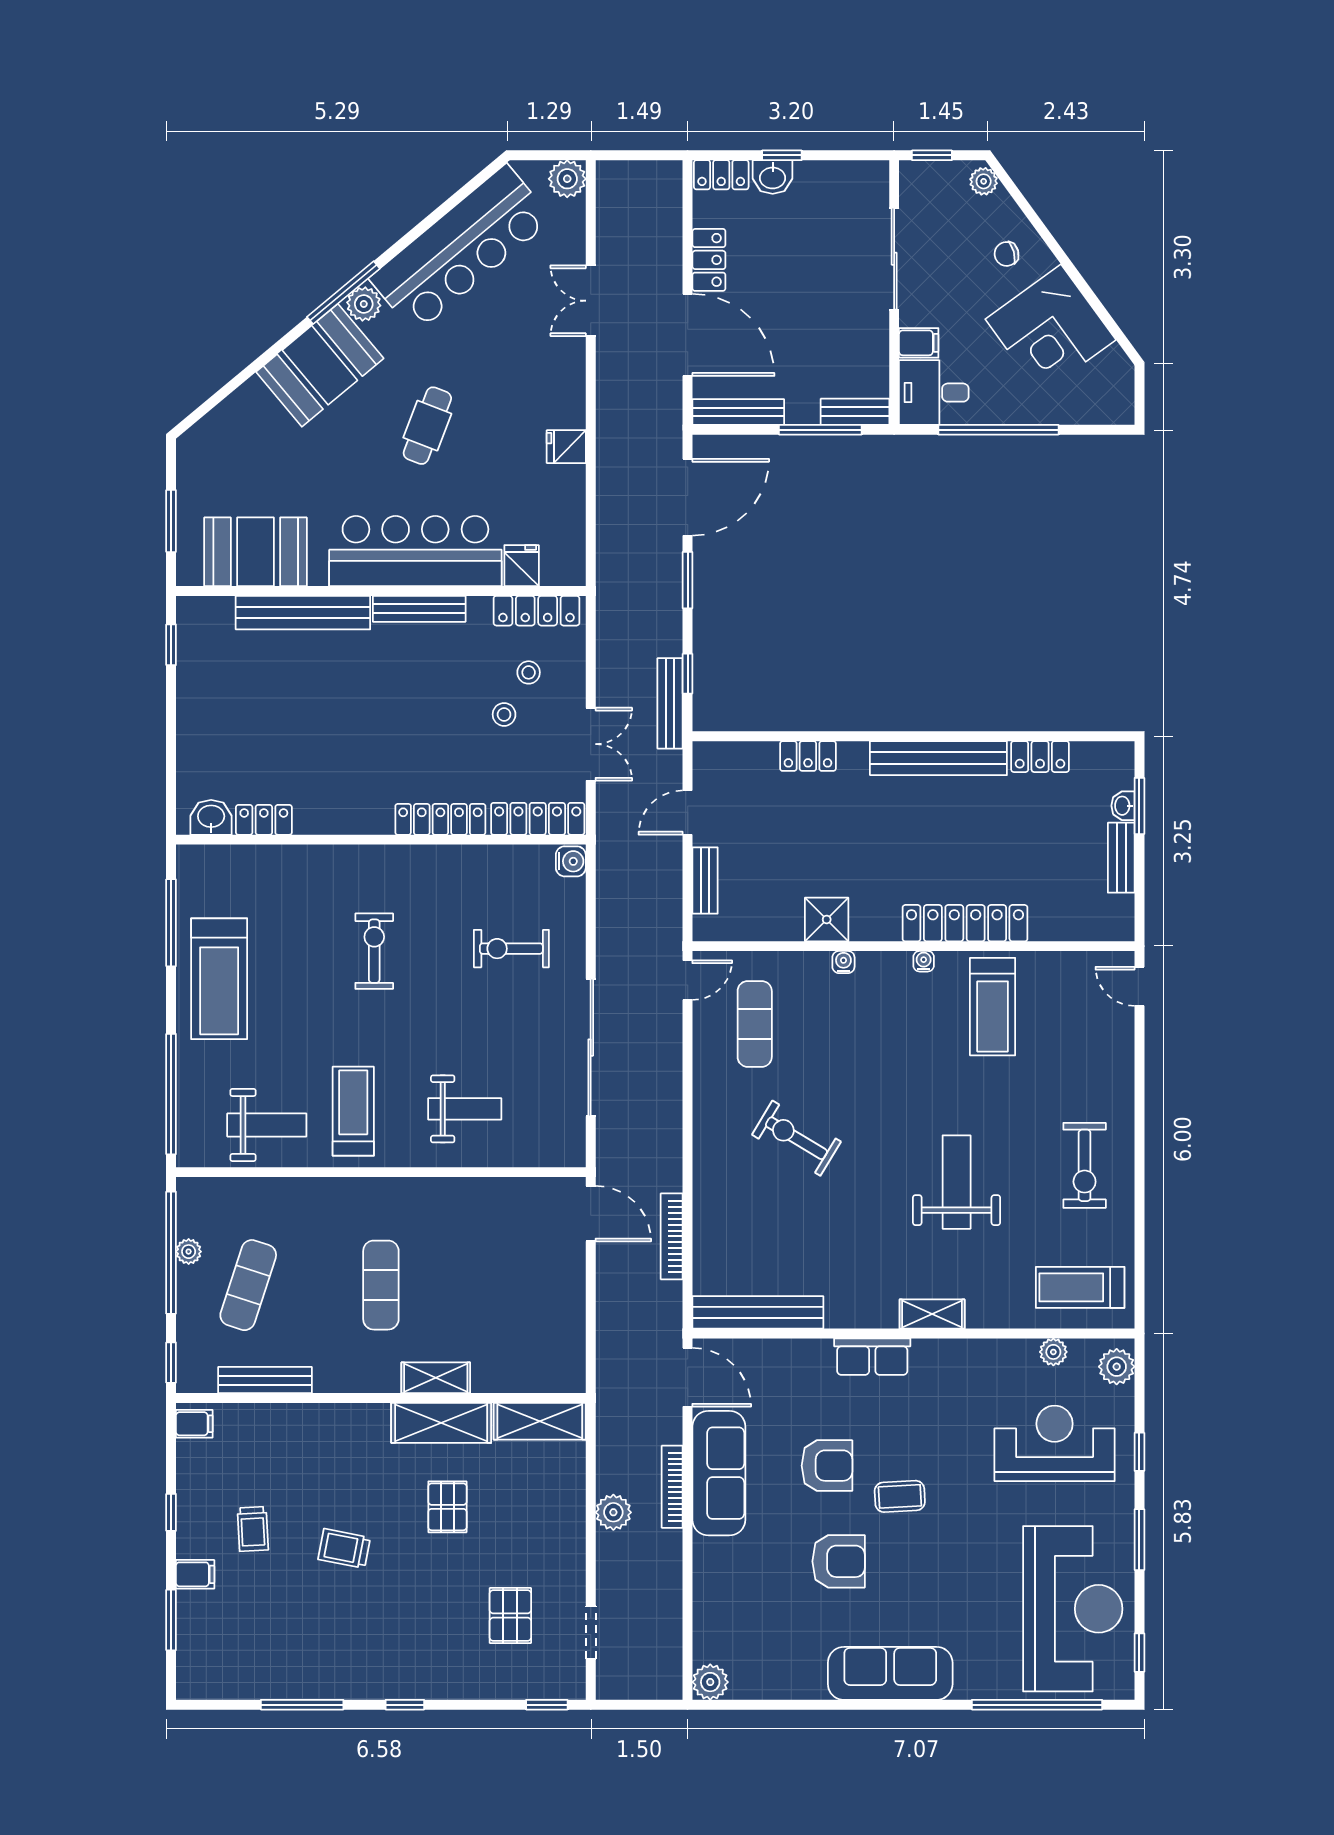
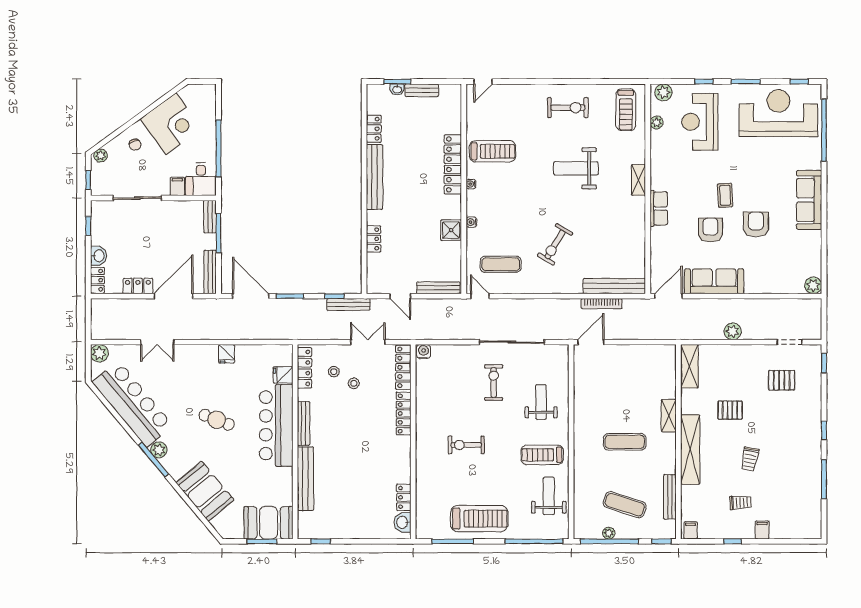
window: (782, 155) -> (88, 226), moved
booth: (320, 365) -> (205, 491), moved
booth: (255, 552) -> (269, 523), moved, turned 90
bench: (705, 880) -> (438, 288), width x1.36
exercise bike: (511, 949) -> (494, 382), moved, turned 180
bench: (758, 1312) -> (614, 286), moved, turned 90
shelving: (441, 1423) -> (690, 450), moved, width x1.47
bookcase: (672, 1487) -> (720, 303), removed
window: (171, 1620) -> (784, 541), removed

